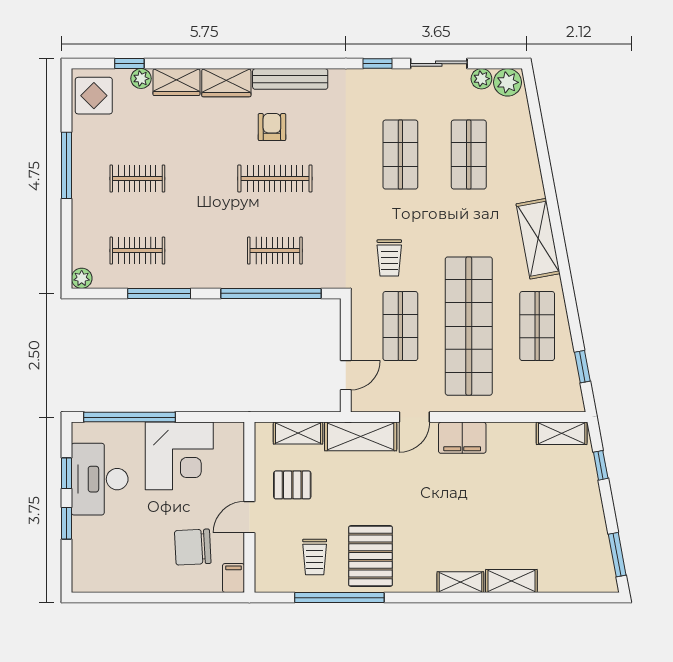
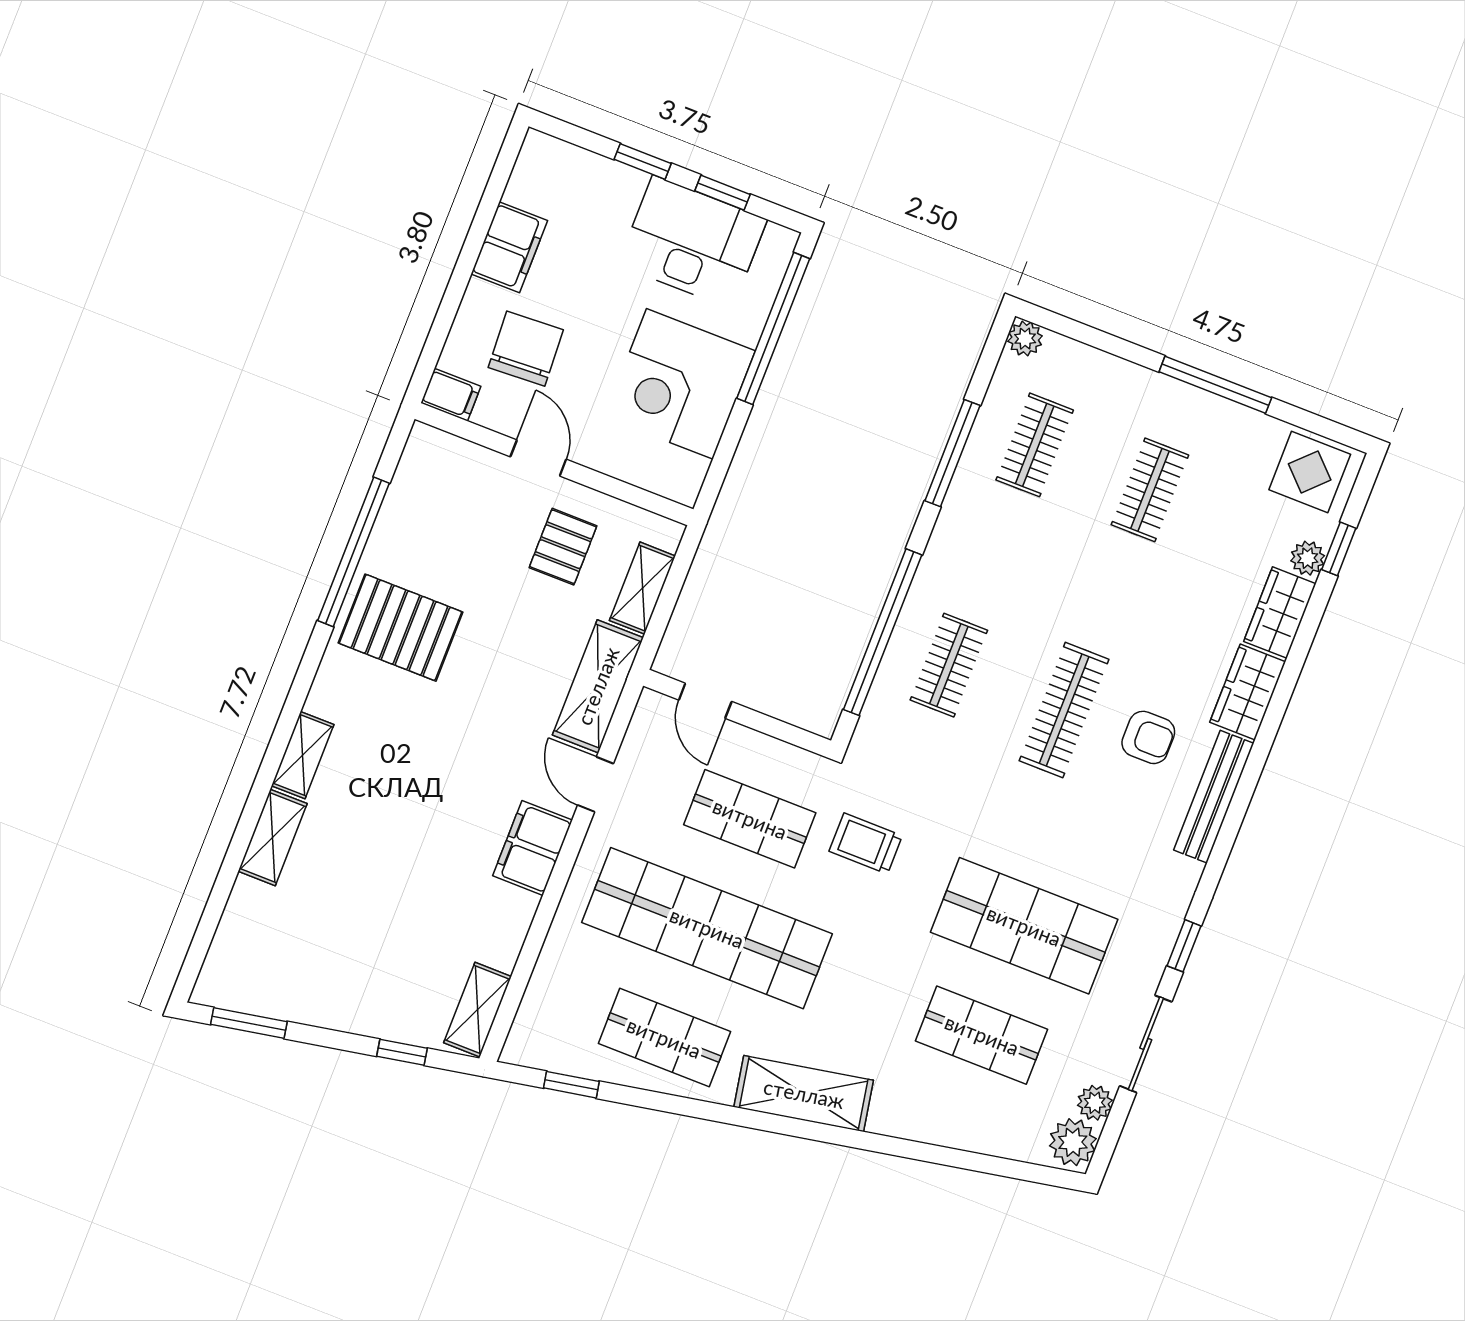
shop shelf: (400, 155) -> (1024, 926), width x1.43, depth x1.36
trolley: (315, 557) -> (434, 537), removed
filing cabinet: (141, 577) -> (509, 247), added

